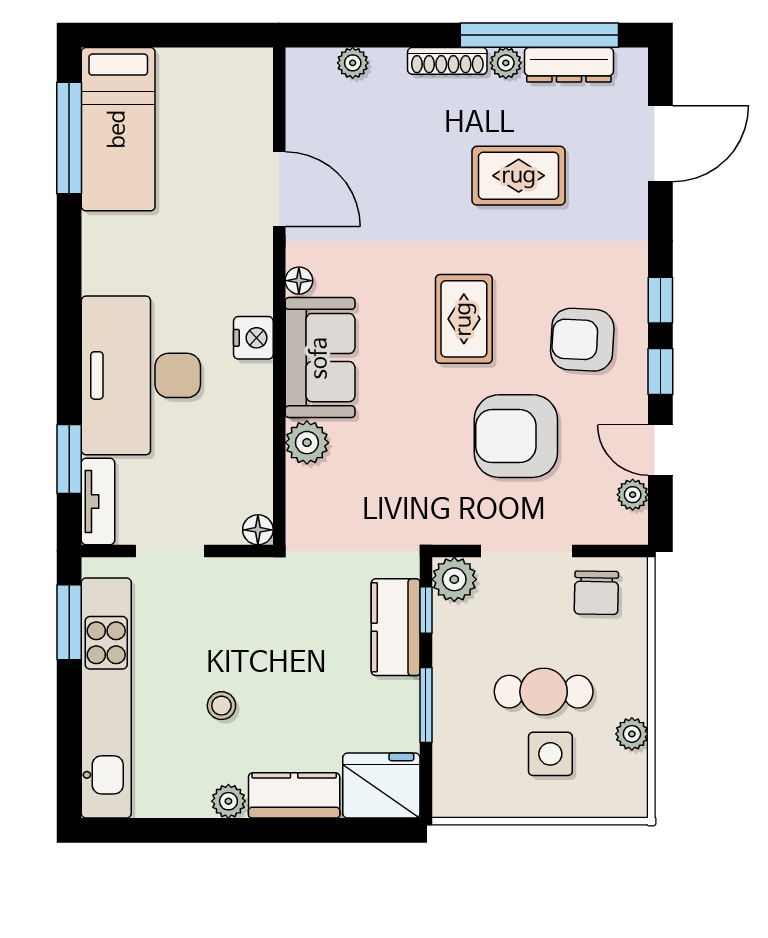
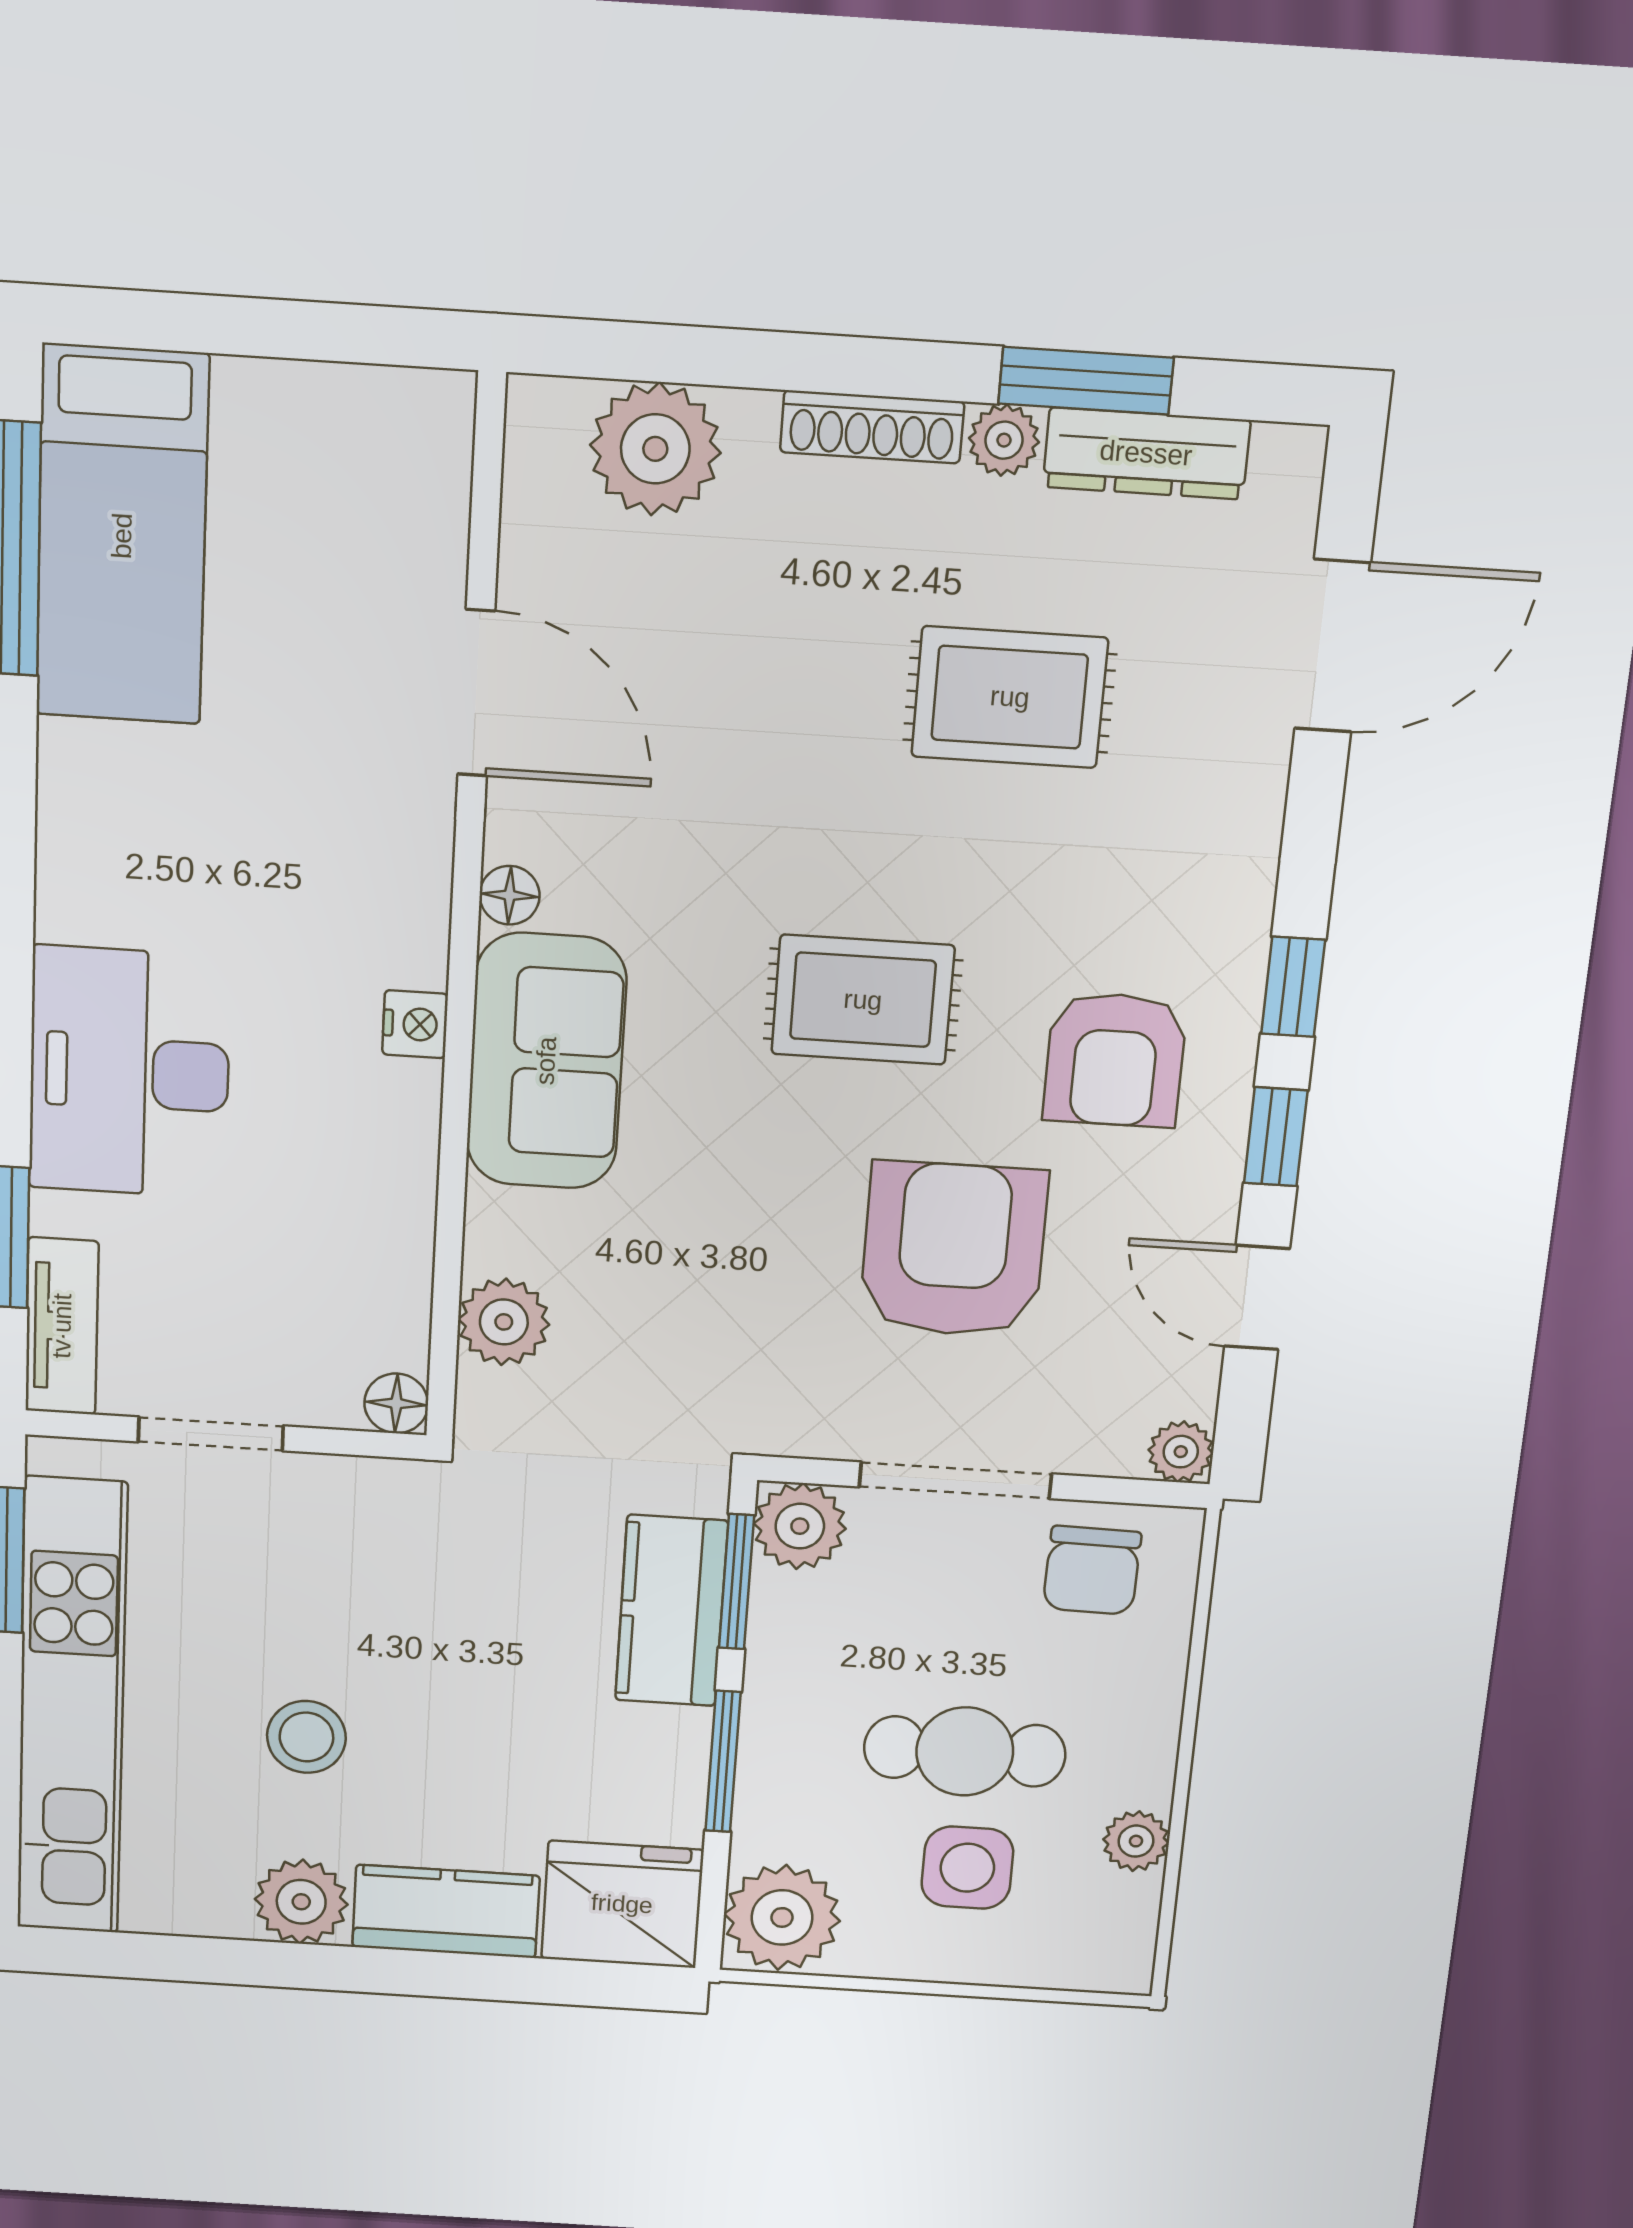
window: (539, 35) -> (1086, 381), width x0.47
plant: (353, 63) -> (655, 449), width x1.88, depth x1.88
rug: (464, 319) -> (863, 1000), turned 90
nightstand: (253, 338) -> (415, 1024), width x0.72, depth x0.74
armchair: (582, 340) -> (1115, 1060), turned -93
desk: (141, 375) -> (129, 1073), width x0.73, depth x0.77
armchair: (516, 436) -> (953, 1250), turned 90
plant: (307, 443) -> (504, 1322), moved
plant: (633, 495) -> (1181, 1452), moved
window: (426, 610) -> (737, 1582), width x1.50
stool: (221, 706) -> (306, 1737), width x1.37, depth x1.37
plant: (461, 787) -> (782, 1917), added
plant: (228, 801) -> (301, 1902), width x1.38, depth x1.38

